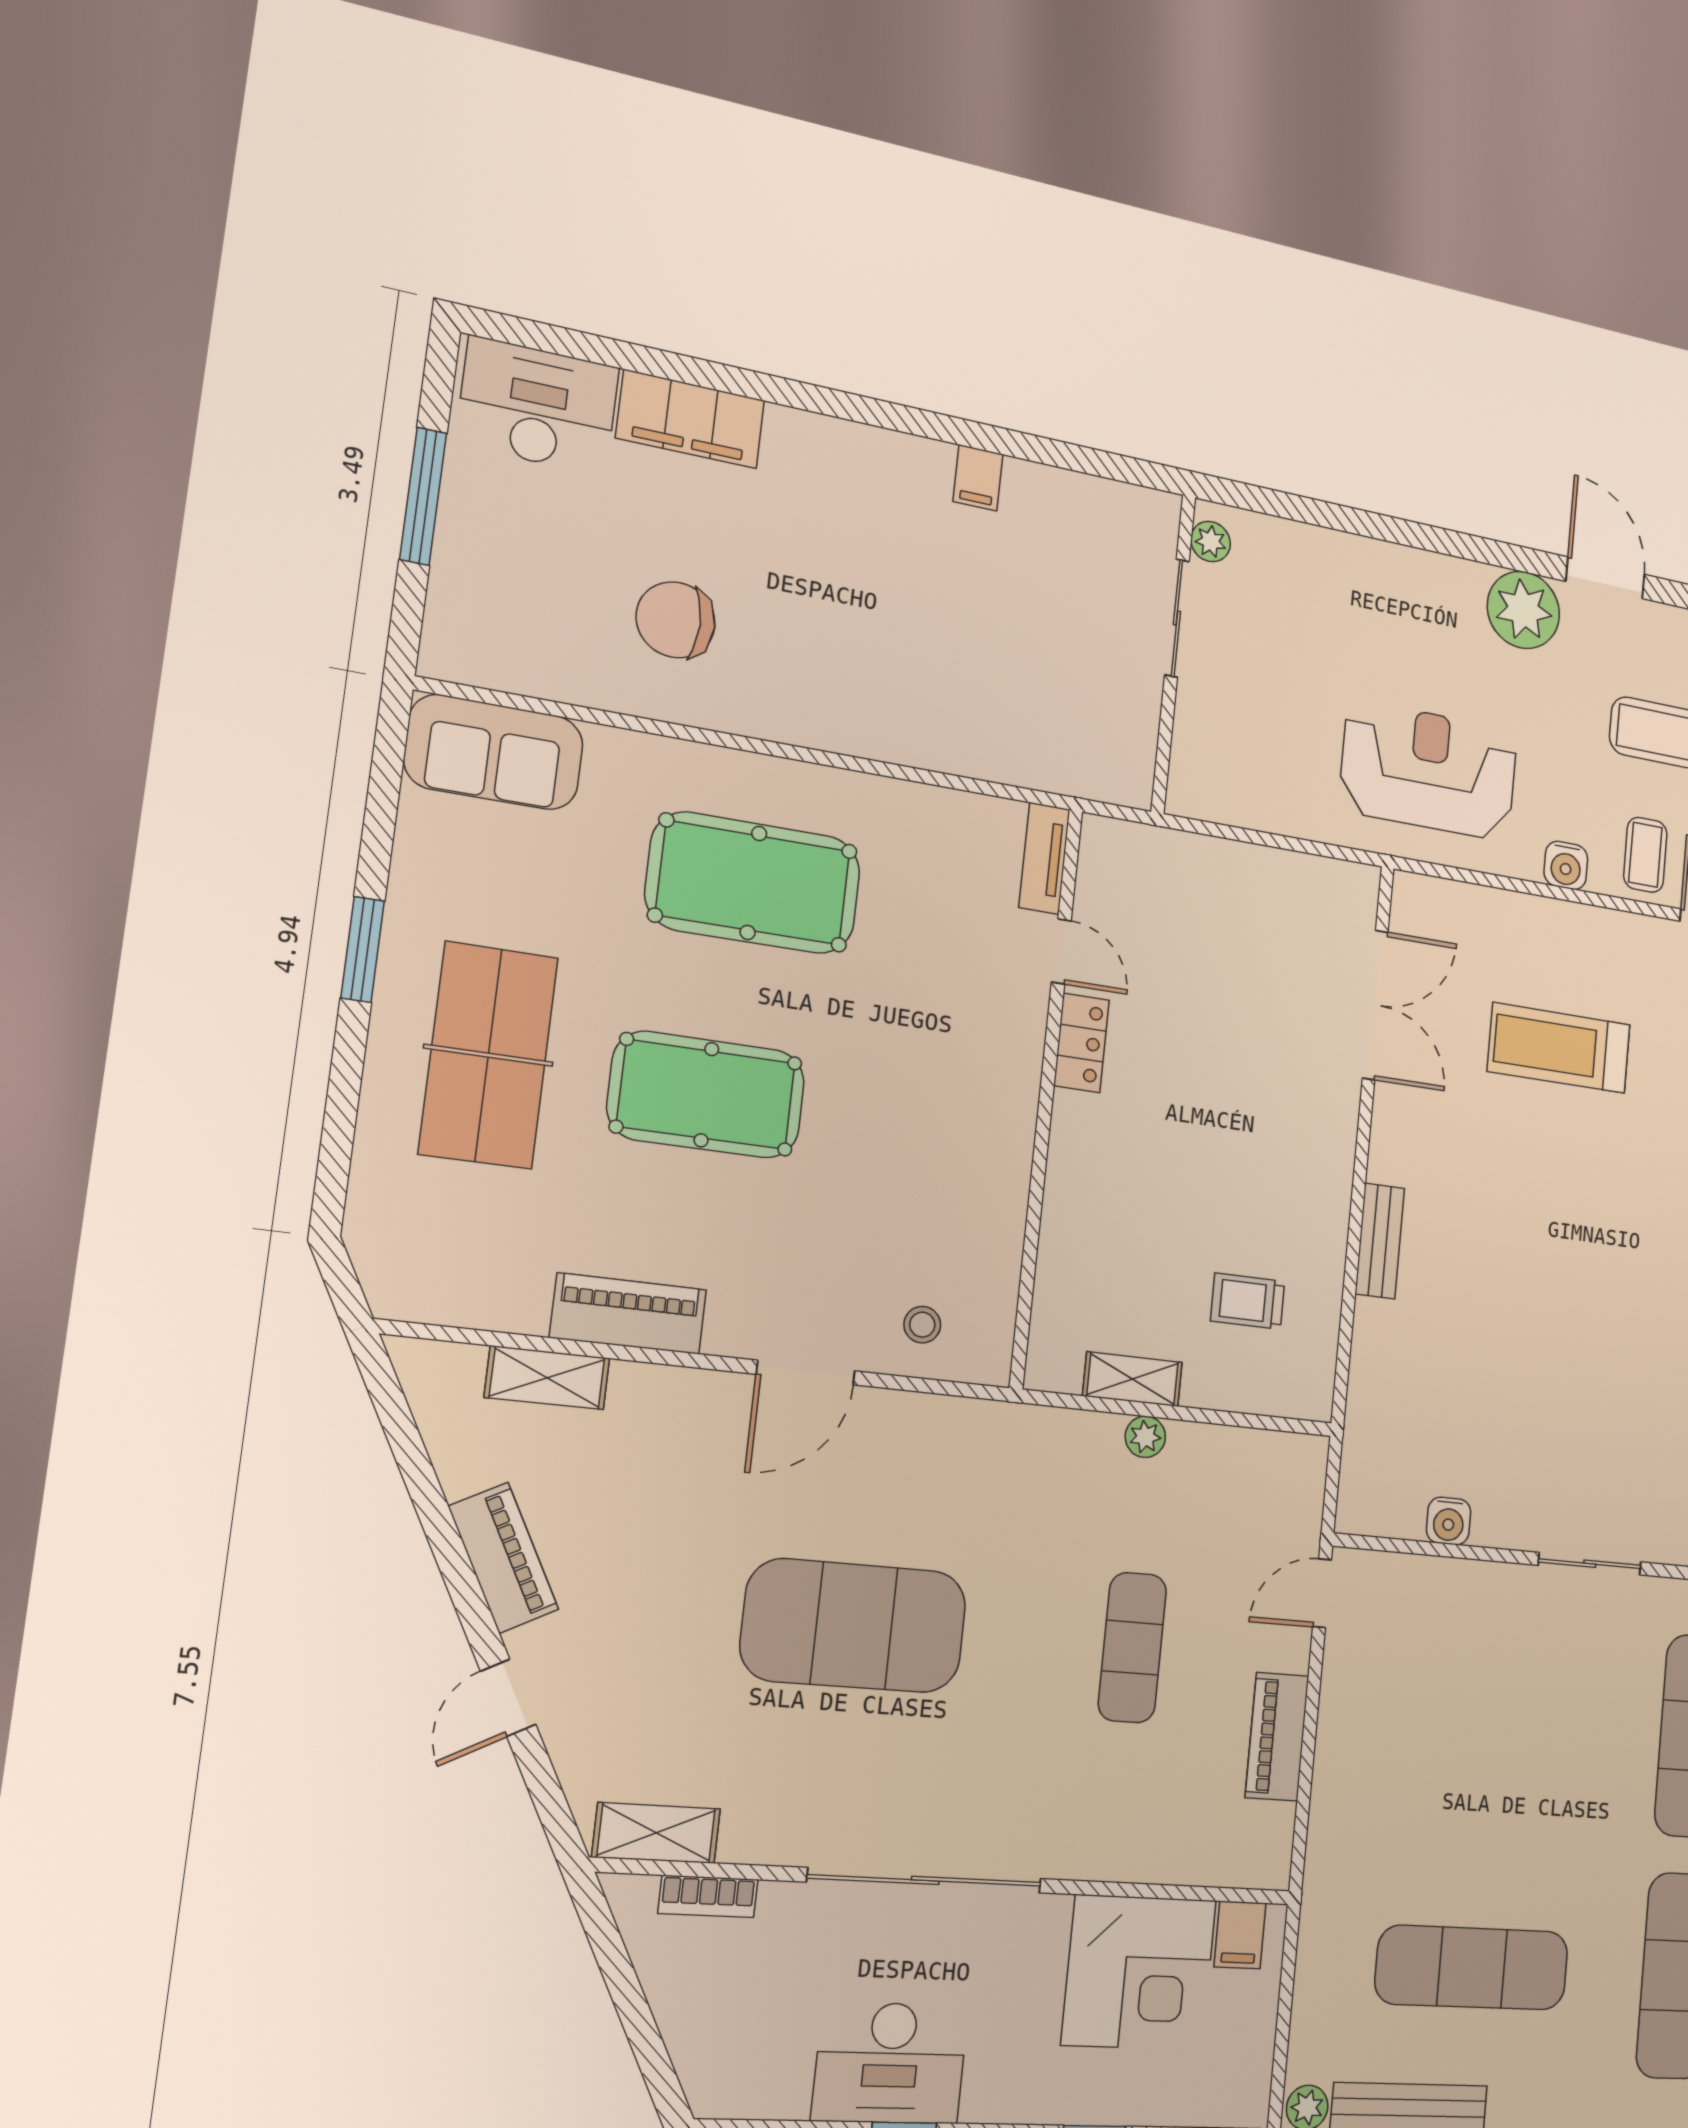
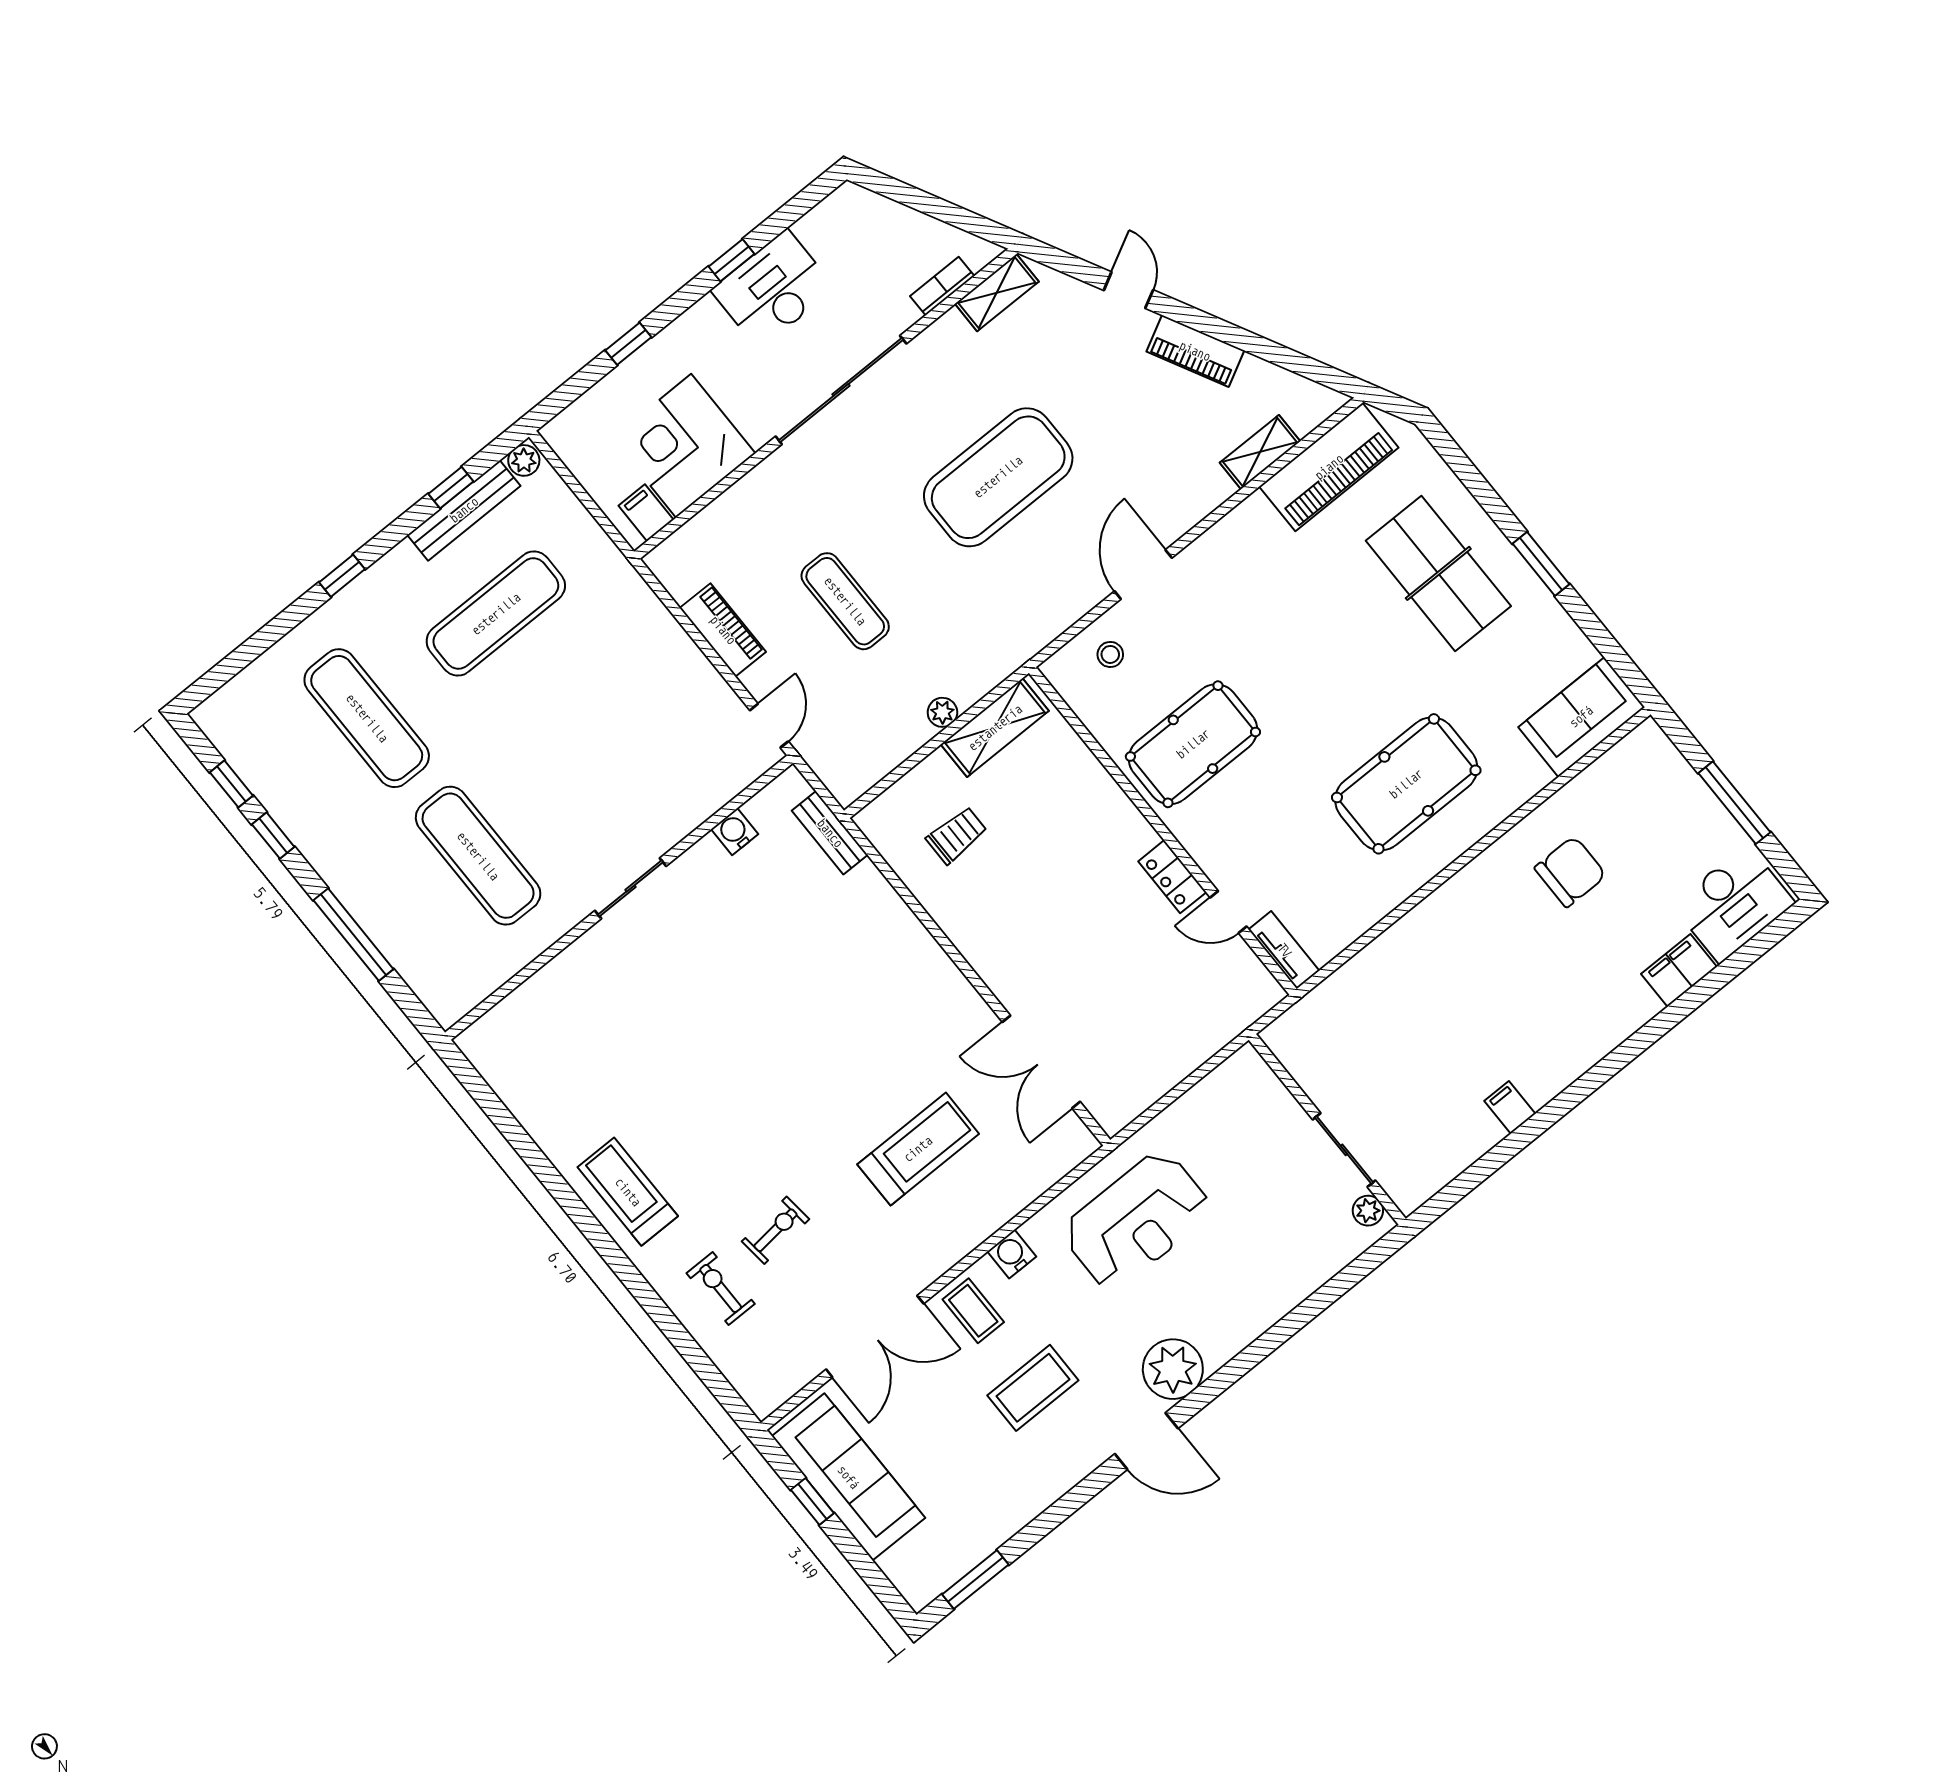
filing cabinet: (690, 419) -> (1679, 970), width x0.67, depth x0.86
pool table: (706, 1095) -> (1193, 744), moved
bench: (1380, 1241) -> (830, 833), moved
piano: (628, 1314) -> (1329, 467), moved, width x1.37, depth x1.33
shelving: (1133, 1379) -> (995, 728), width x1.50, depth x1.33

